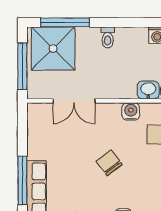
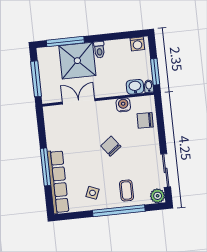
shower: (53, 49) -> (77, 61), moved
double door: (74, 101) -> (79, 101), swing flipped

